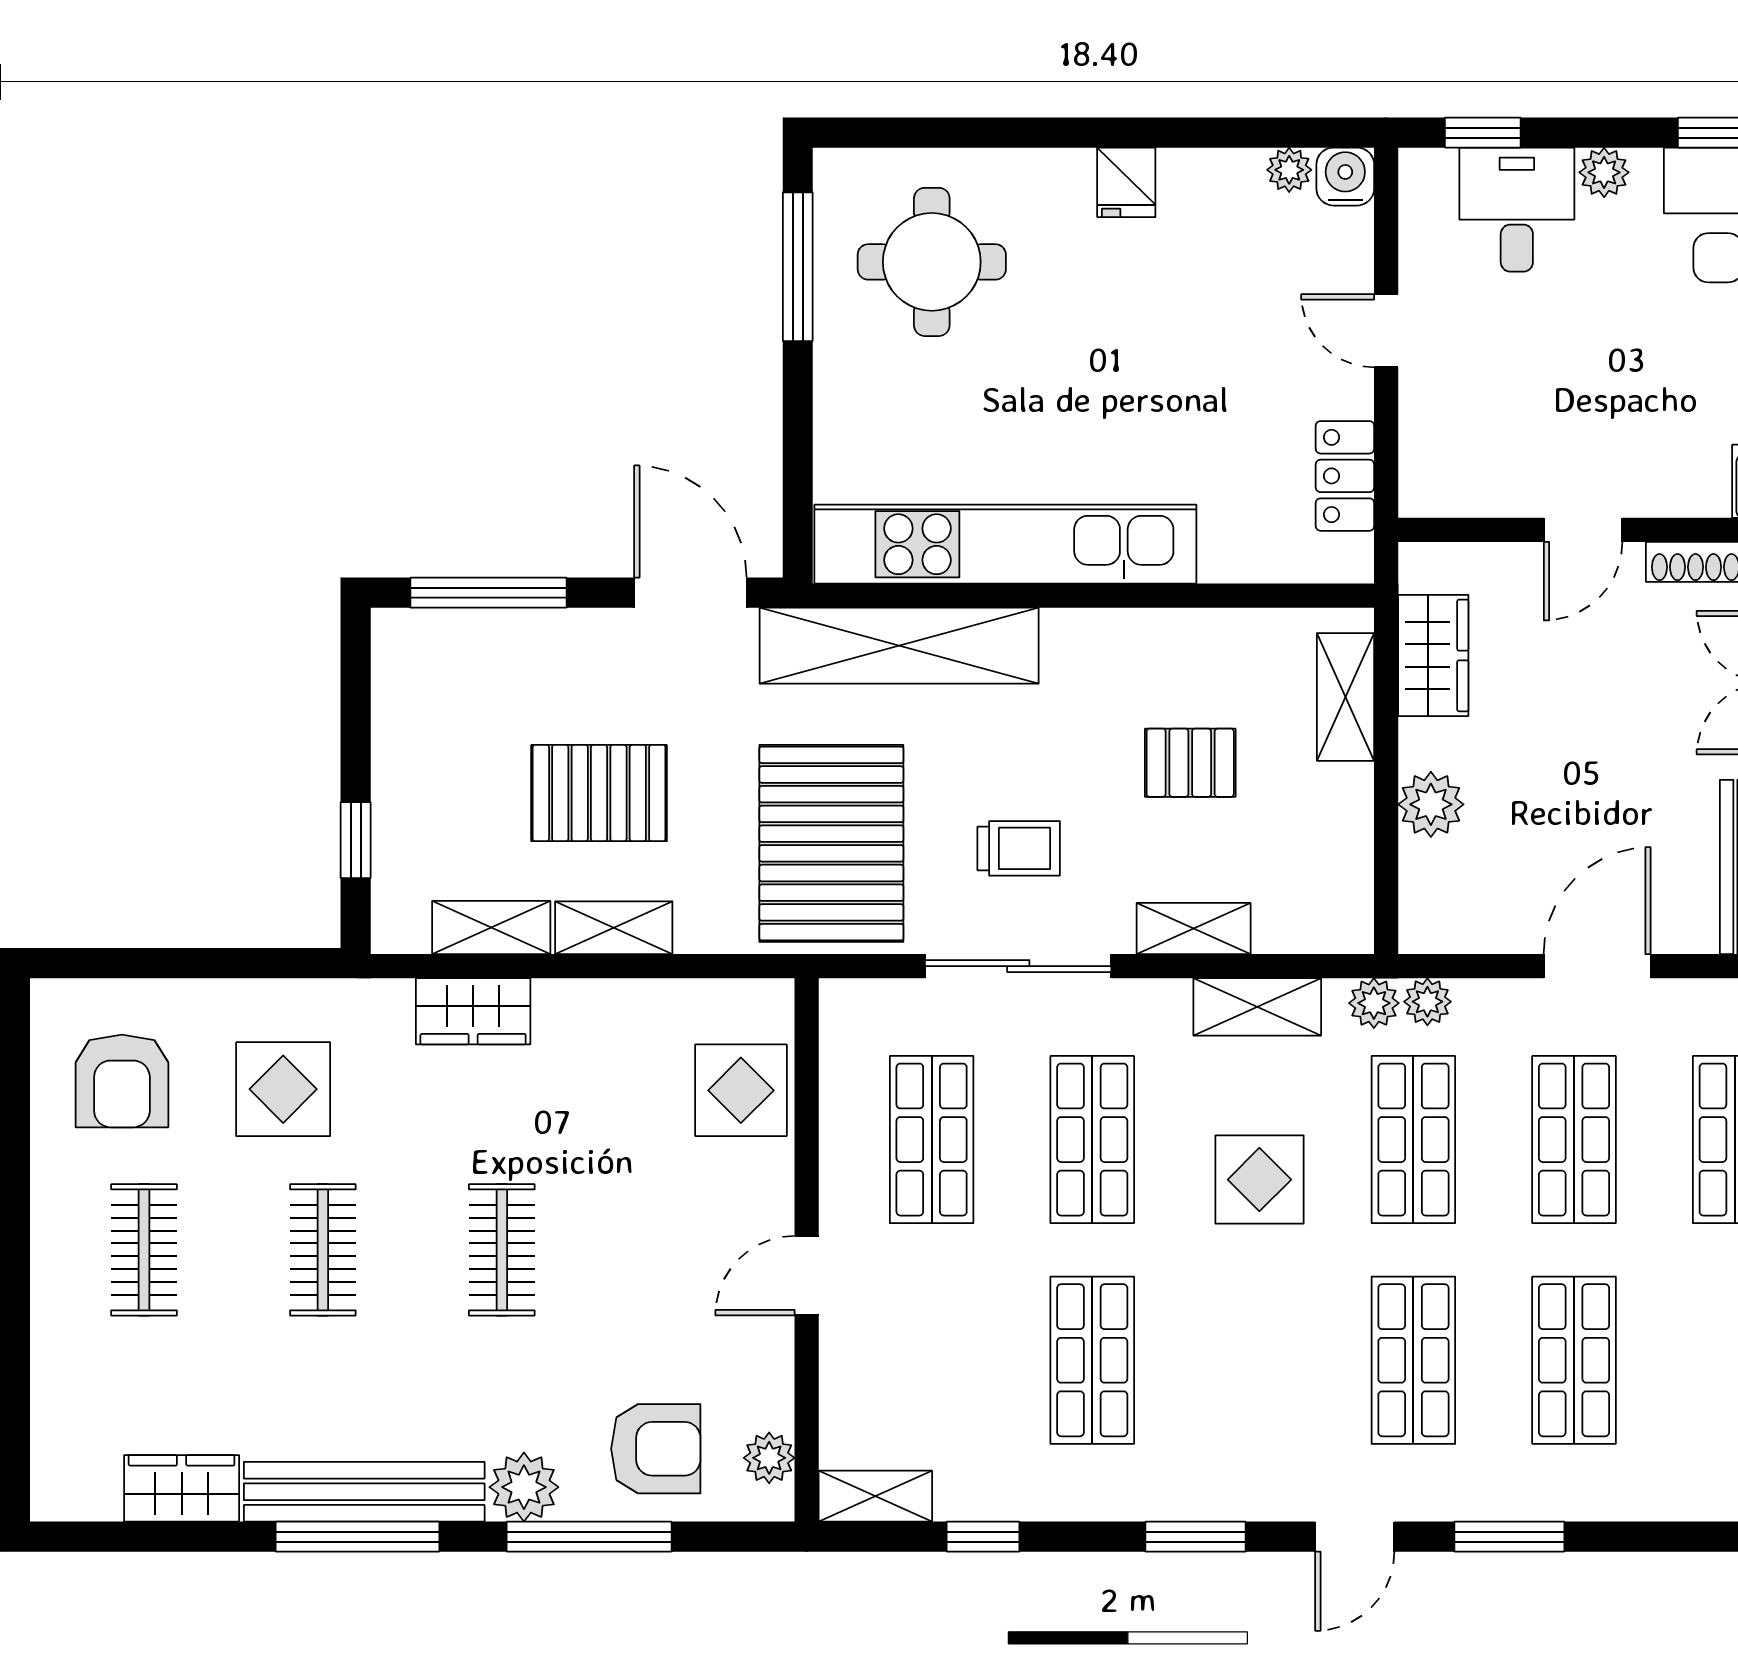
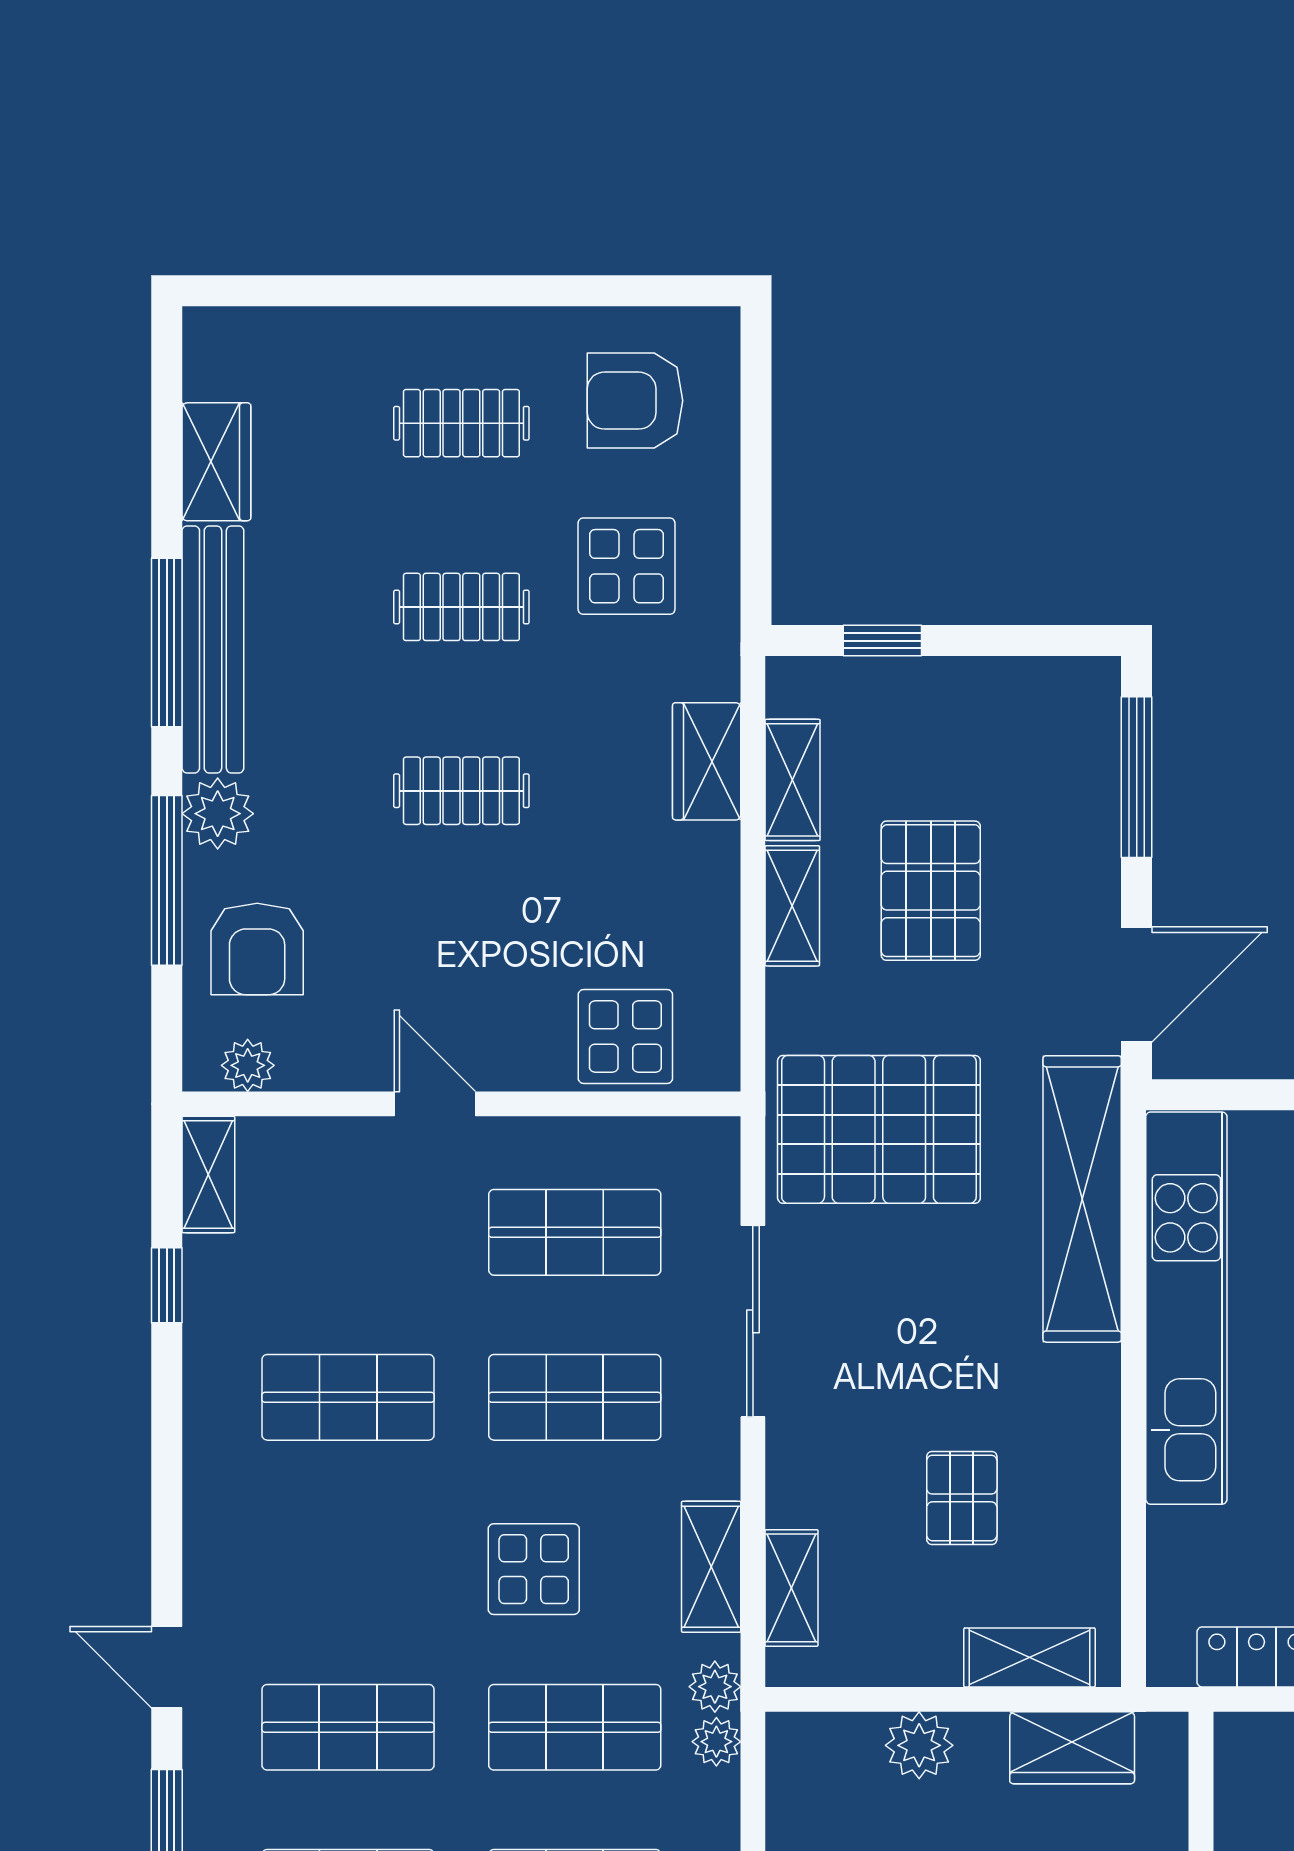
trolley: (1019, 848) -> (874, 1322), removed
shelving: (1194, 929) -> (792, 1588), moved
window: (1196, 1537) -> (167, 1503), removed

